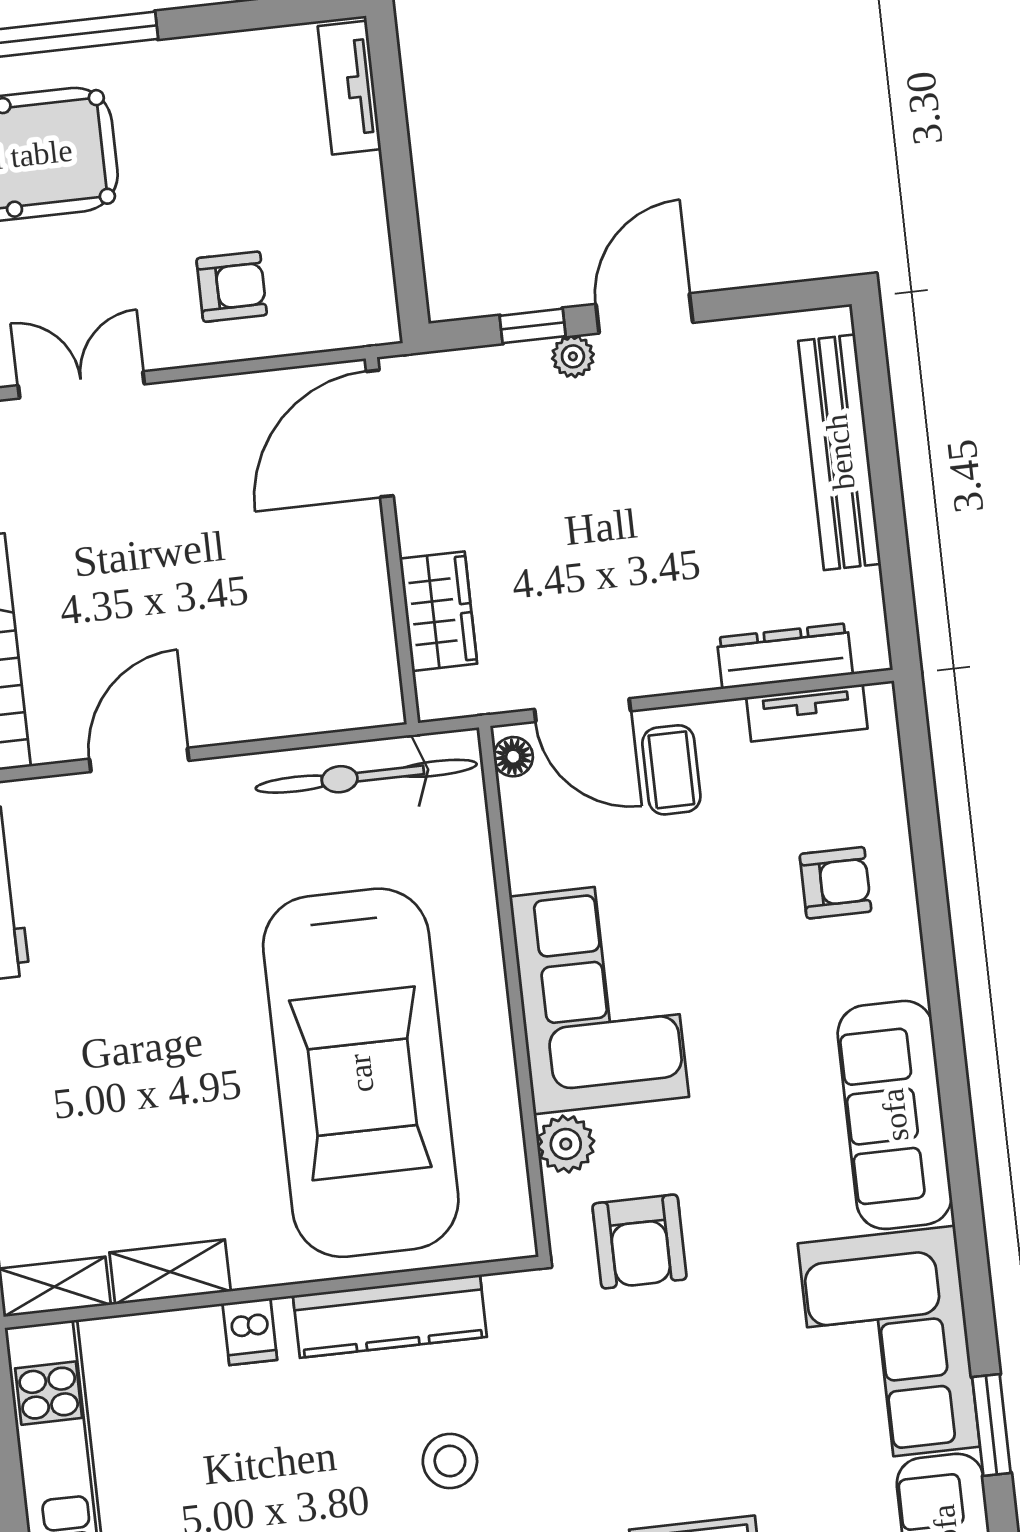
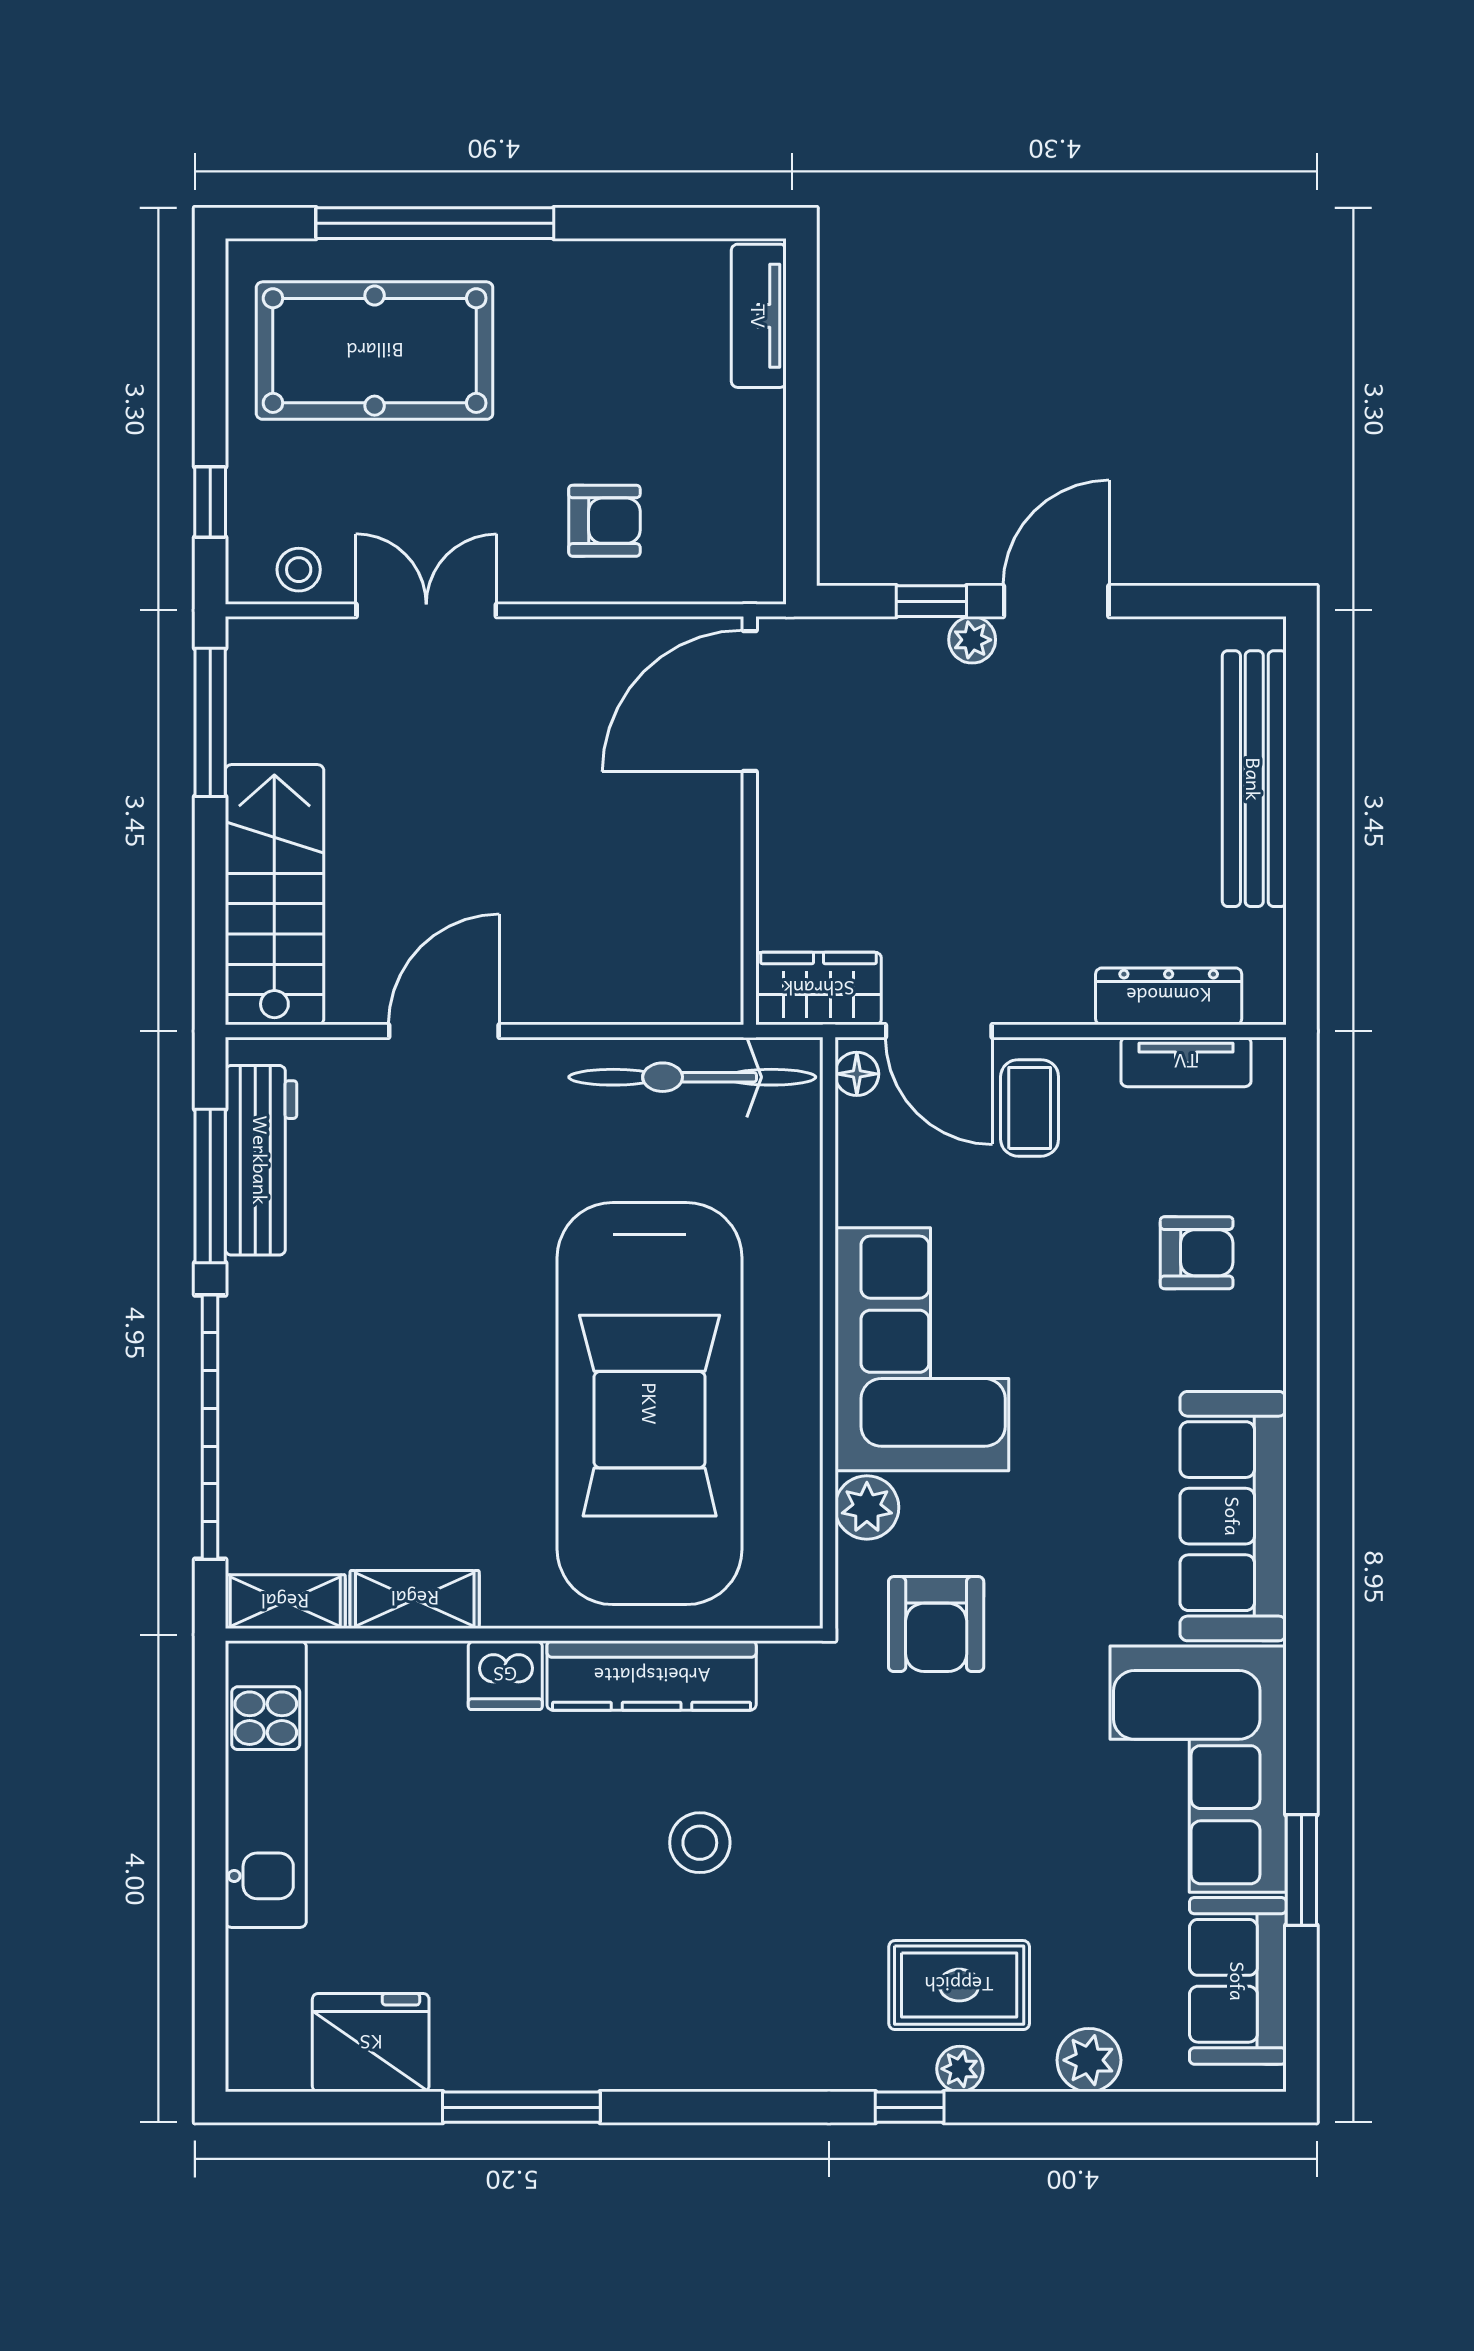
wardrobe: (438, 611) -> (819, 989), moved, turned -90
dishwasher: (250, 1332) -> (505, 1675), width x1.38

